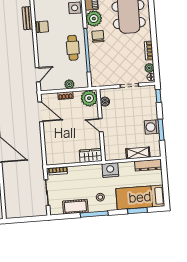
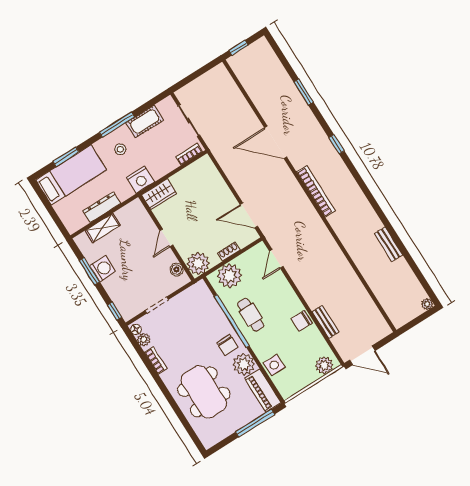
plant: (69, 84) -> (230, 276), width x1.87, depth x1.87
door: (101, 125) -> (166, 238), swing flipped
dresser: (148, 165) -> (102, 207), moved
nightstand: (110, 170) -> (140, 180), moved

